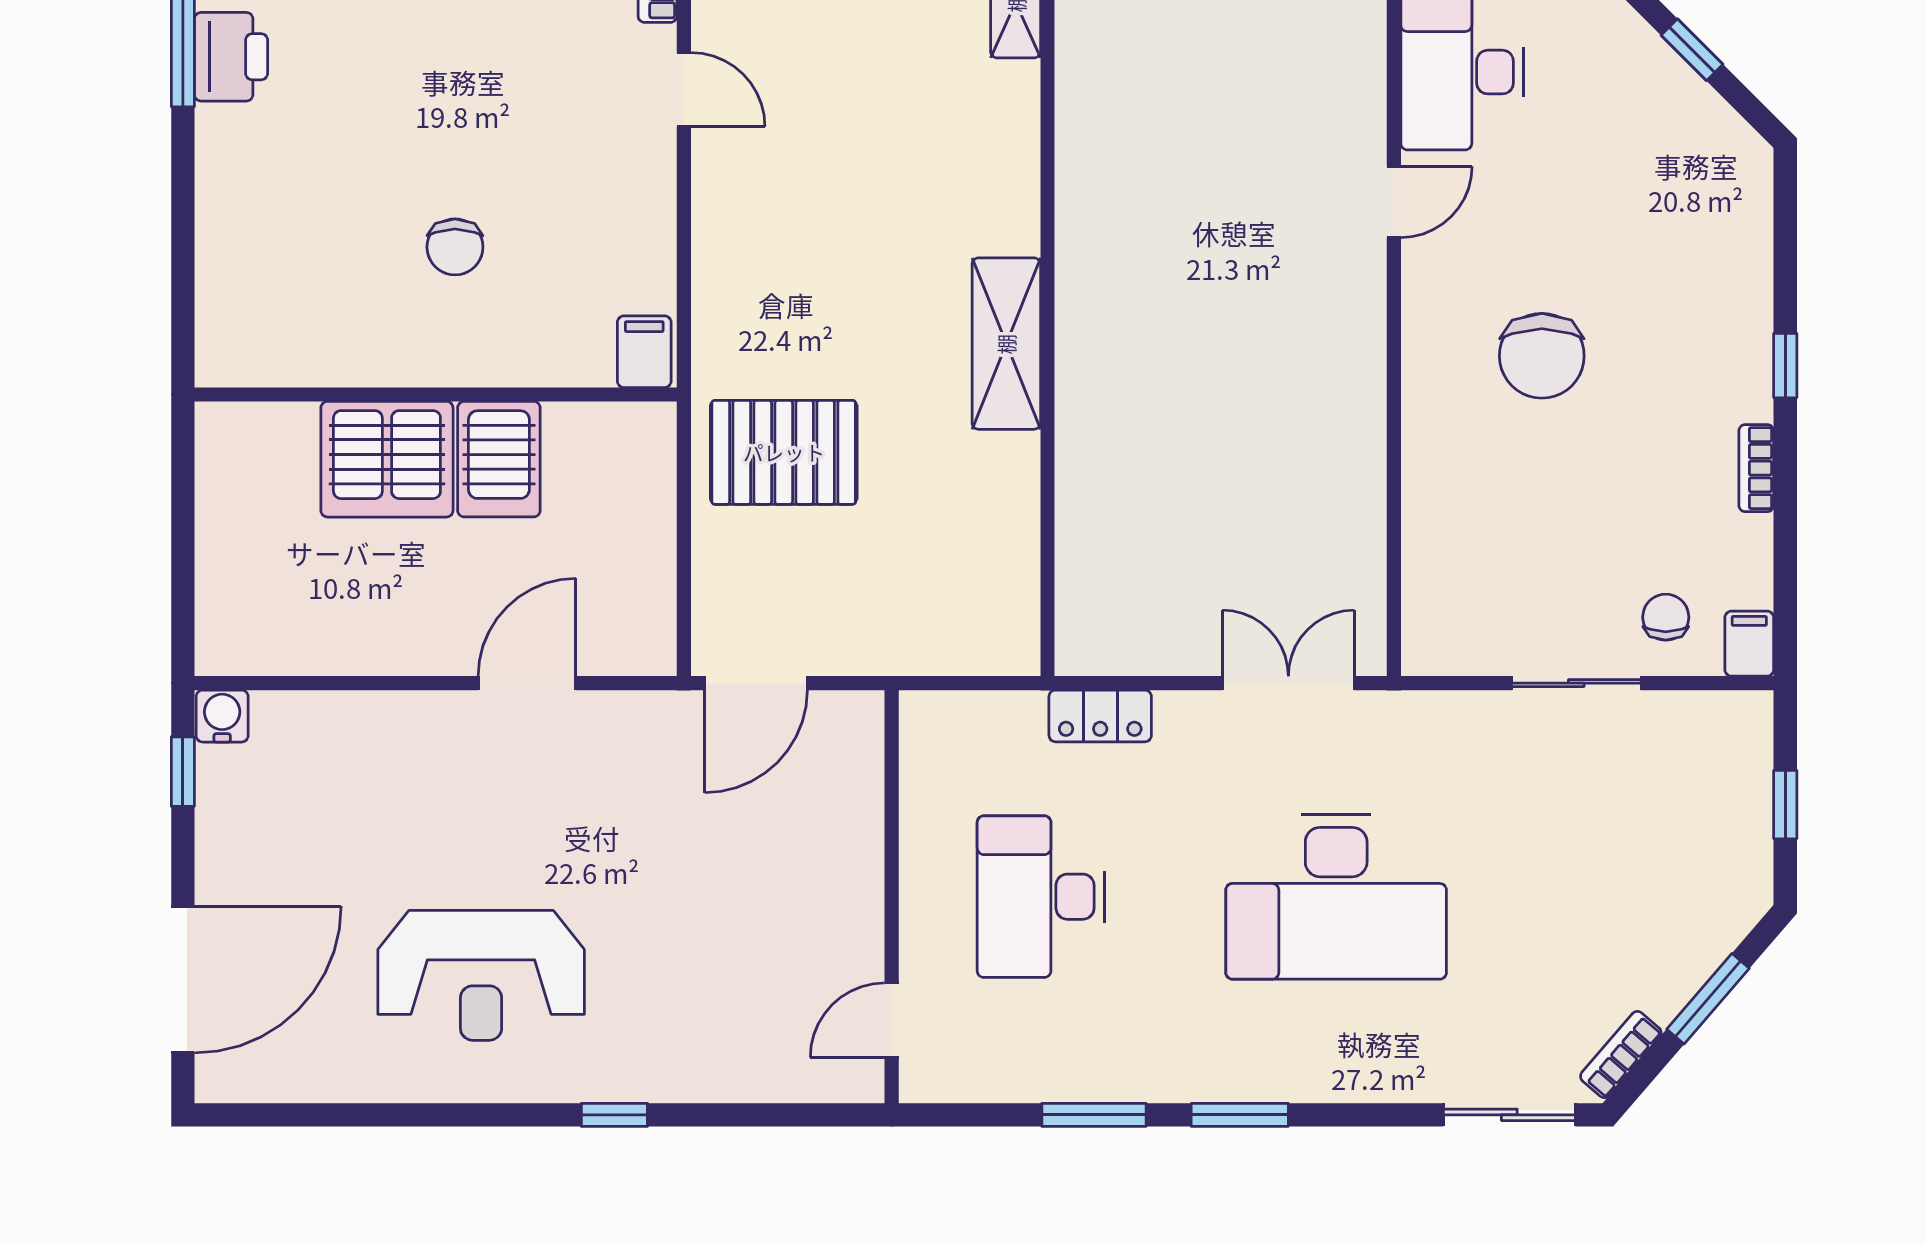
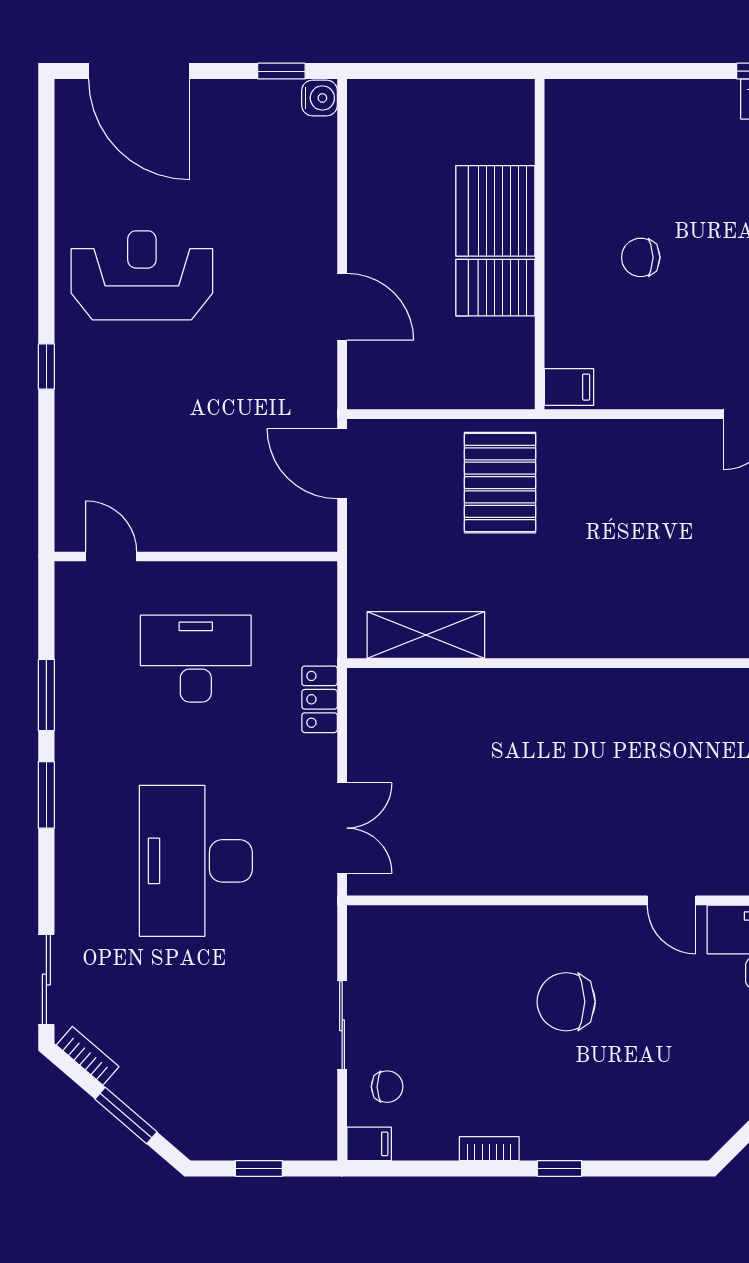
shelving: (1006, 344) -> (426, 635), moved
reception desk: (481, 975) -> (142, 275), turned 90

